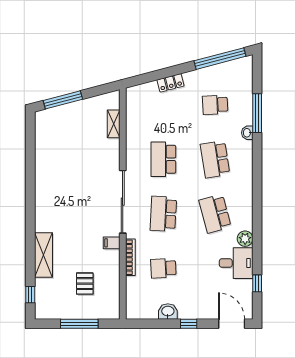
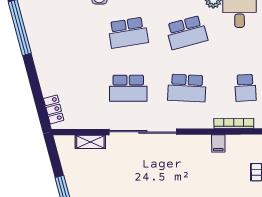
locker: (170, 83) -> (54, 109), moved
school desk: (215, 105) -> (69, 33), removed
sliding door: (123, 202) -> (143, 132), moved

